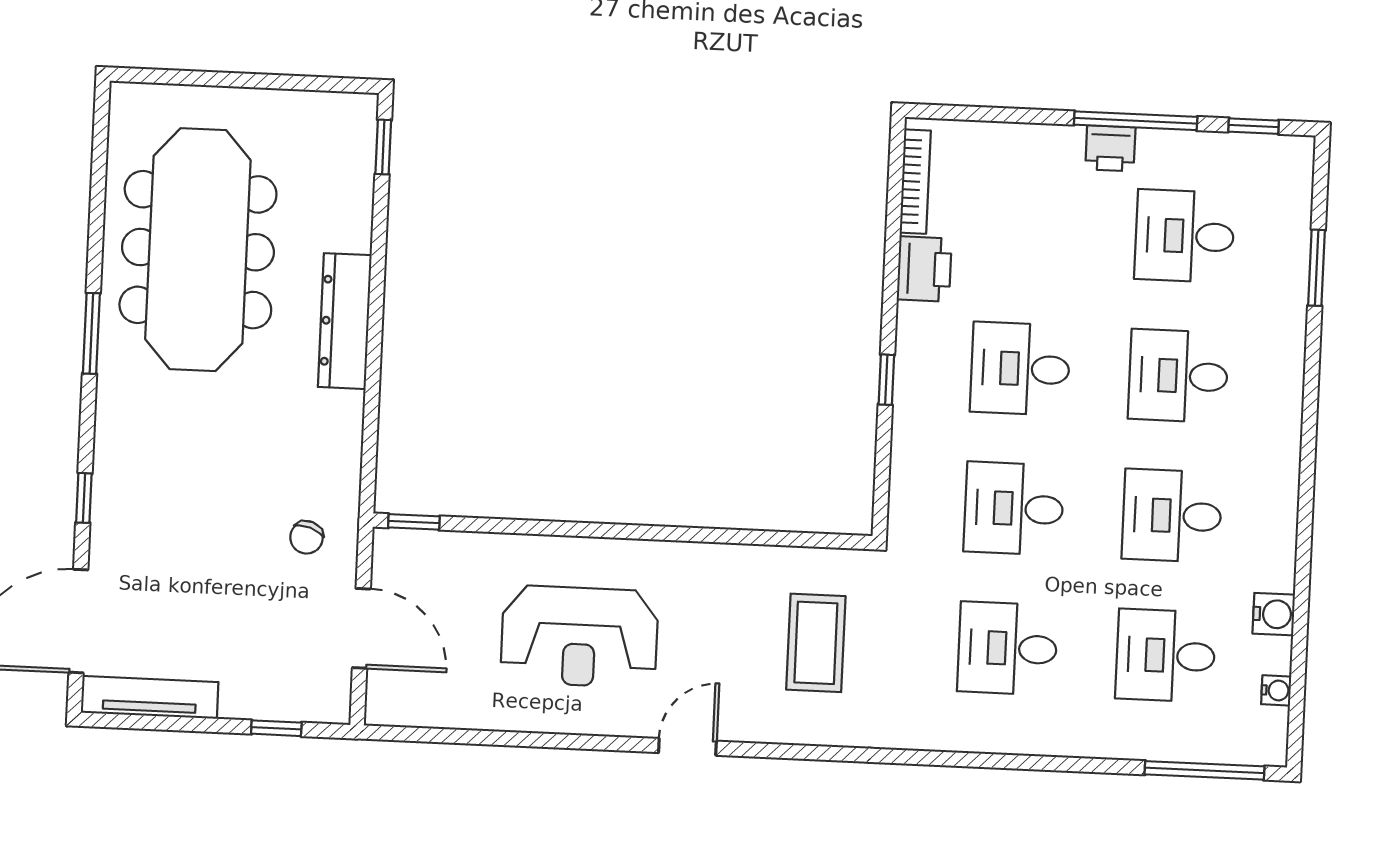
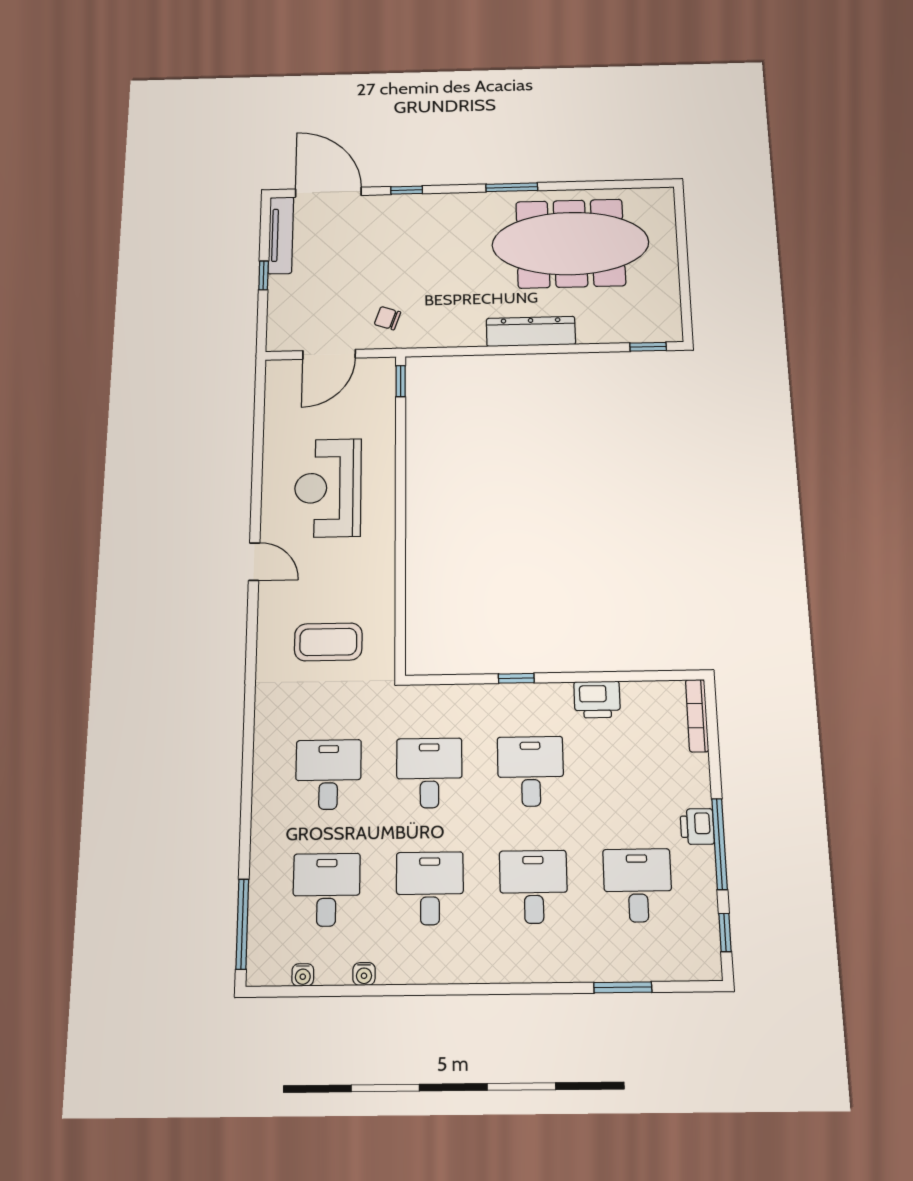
bookcase: (915, 182) -> (697, 716), moved, turned 90
water cooler: (1274, 614) -> (364, 974), width x0.72, depth x0.72
window: (276, 728) -> (264, 275), moved

